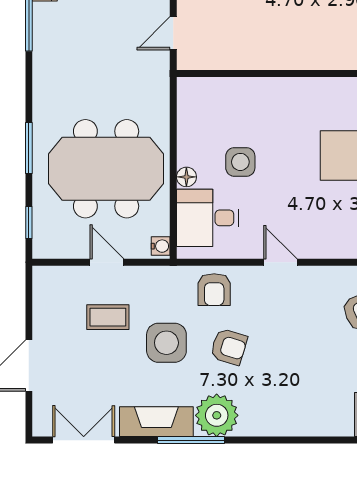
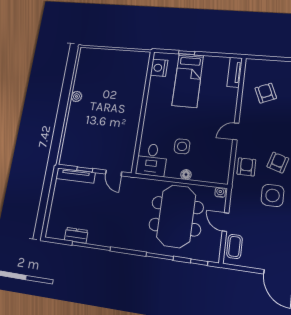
desk: (208, 218) -> (152, 160), moved
door: (107, 262) -> (225, 222), hinge flipped
armchair: (214, 290) -> (246, 167), turned -90
coffee table: (108, 317) -> (234, 246), moved

